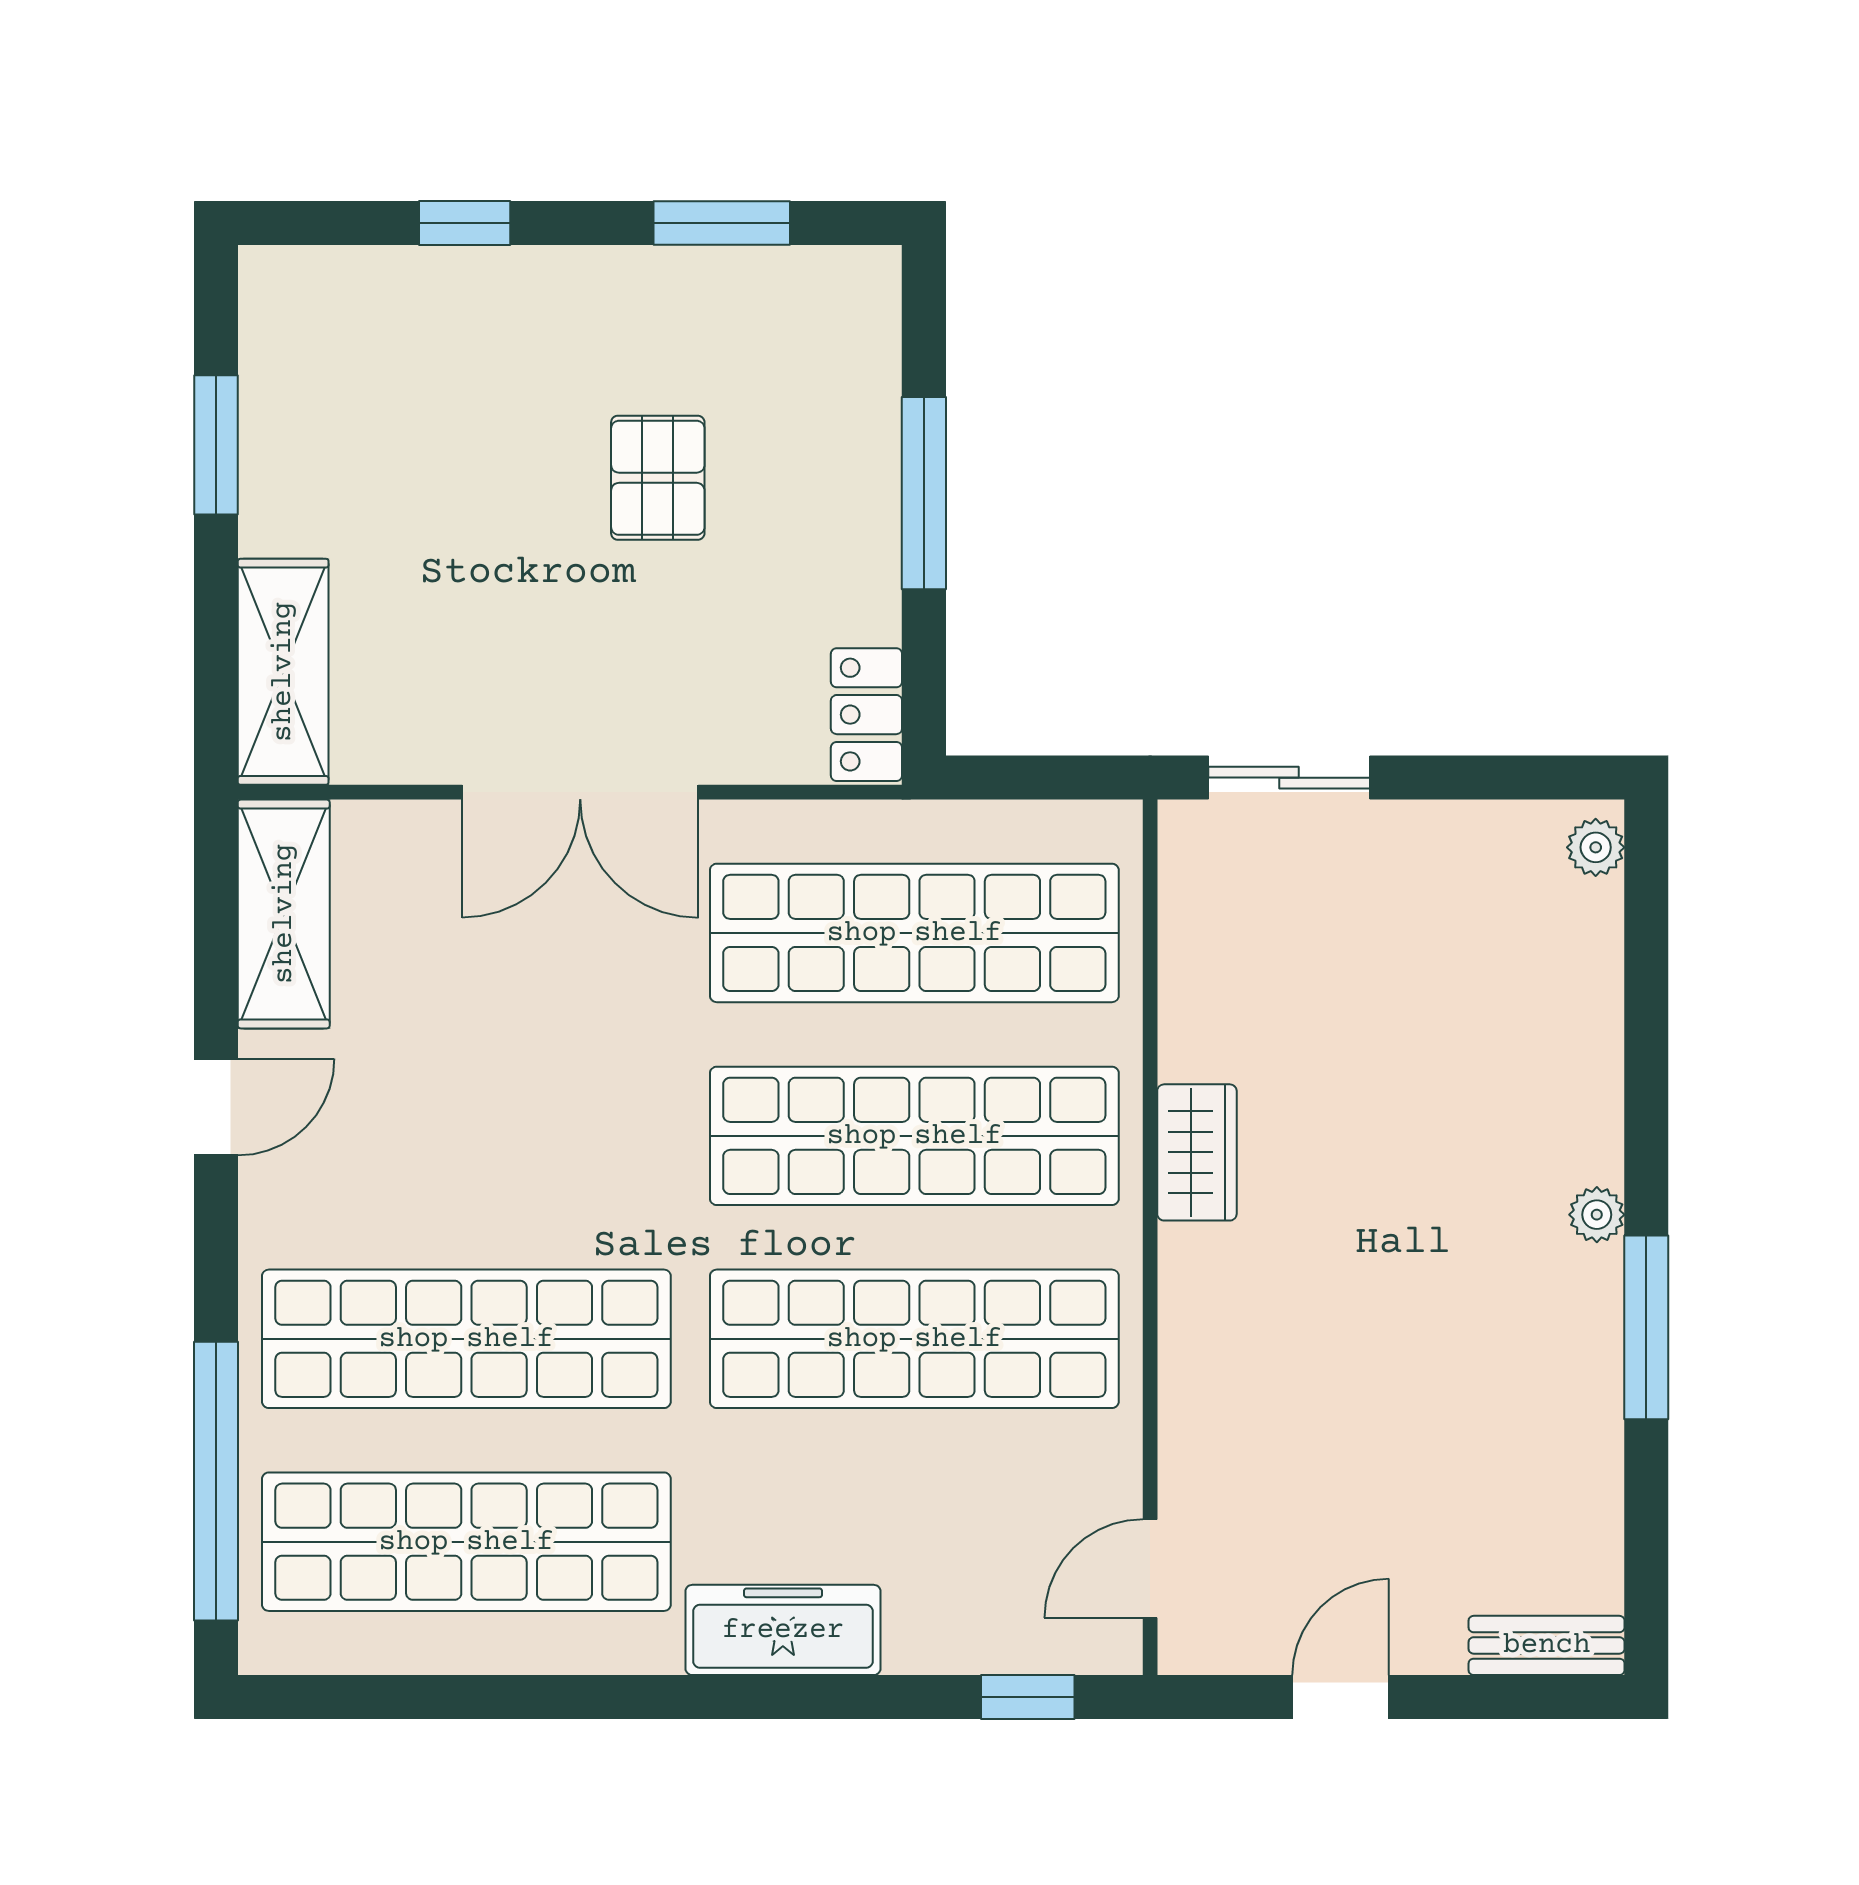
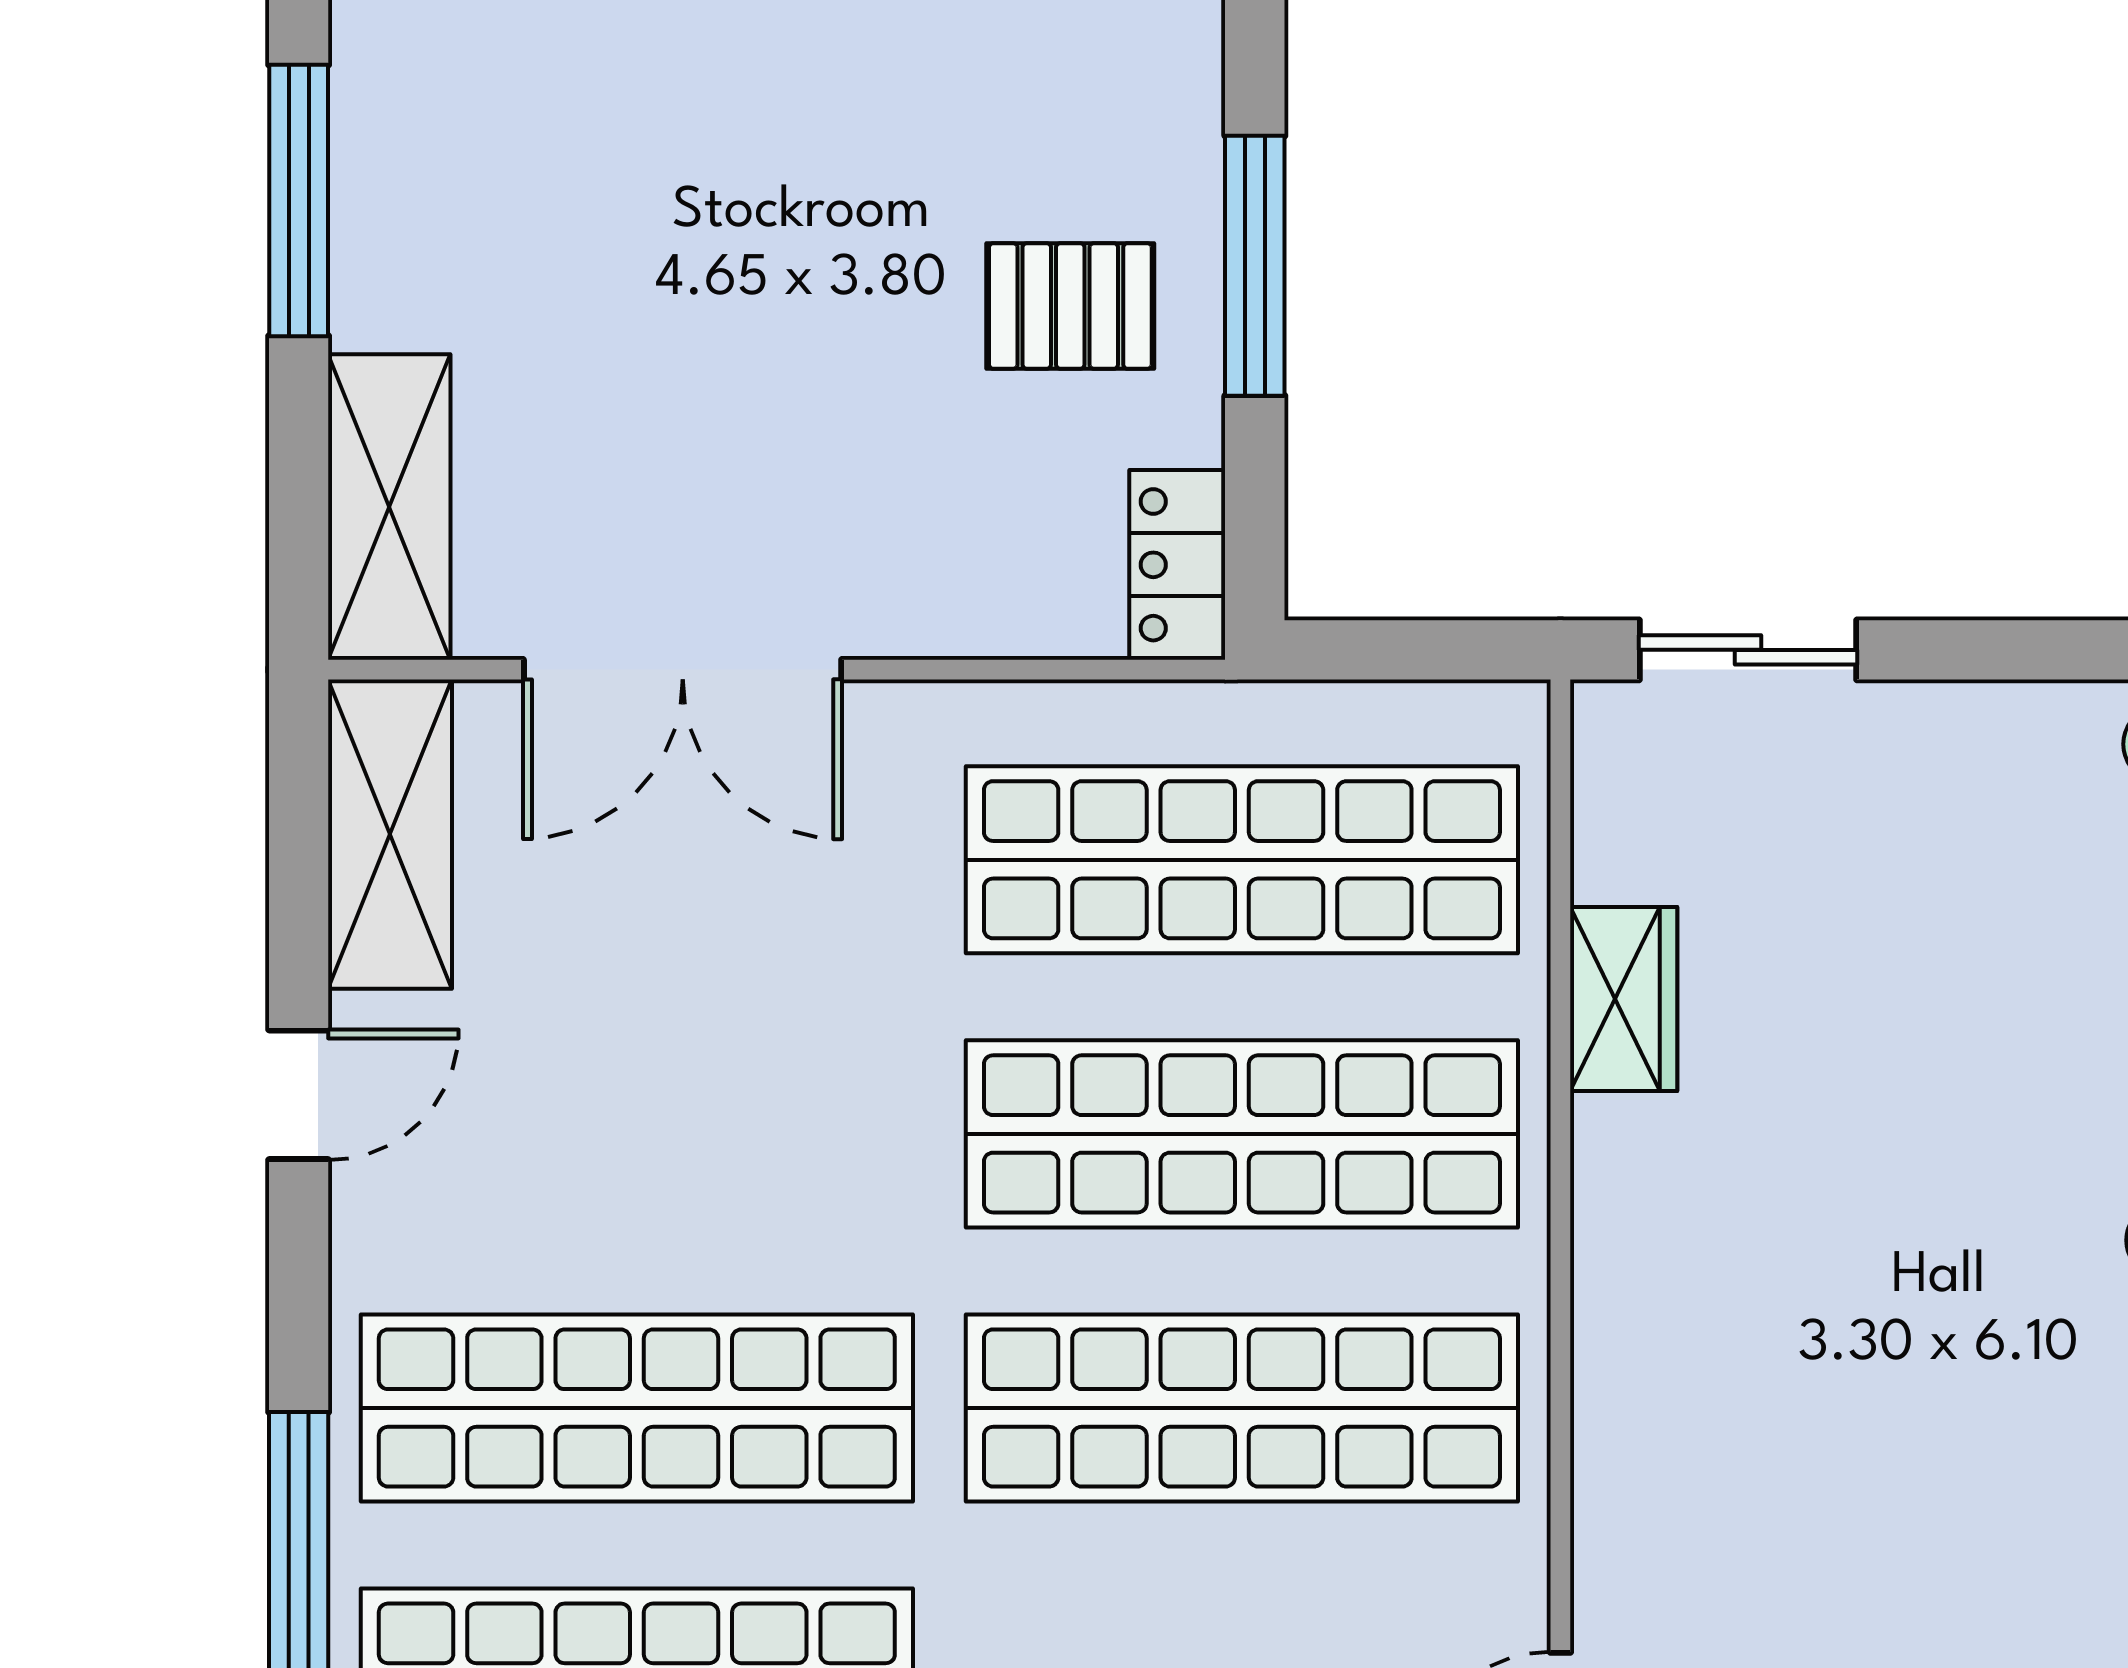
window: (216, 445) -> (299, 200), width x1.44
pallet: (658, 478) -> (1070, 306), moved, turned 90
double door: (580, 792) -> (683, 670), moved
wardrobe: (1197, 1152) -> (1624, 999), moved

